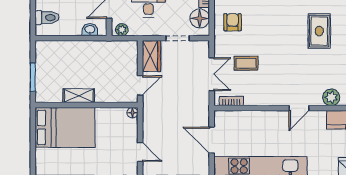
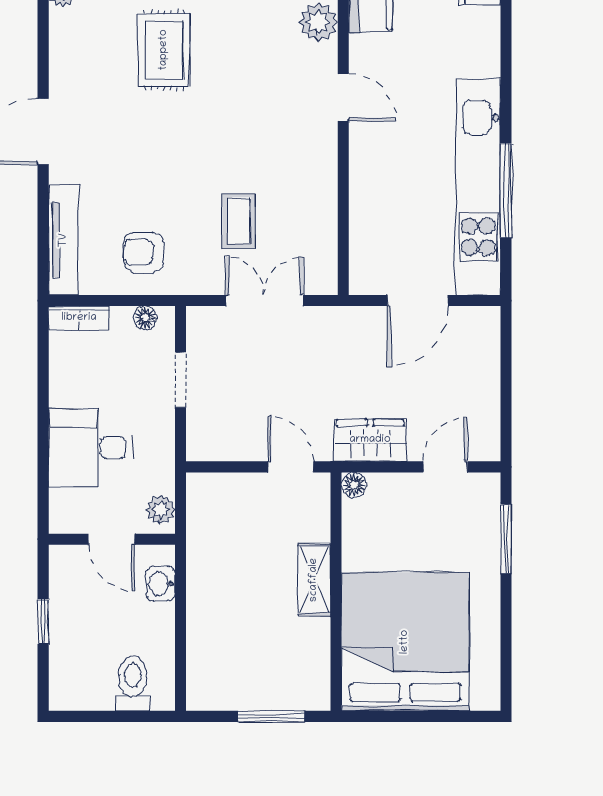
floor lamp: (200, 18) -> (145, 318), width x0.53, depth x0.53
rug: (319, 31) -> (164, 50), turned 90
wardrobe: (152, 56) -> (370, 440), moved
shelving: (79, 96) -> (314, 580), moved
bookcase: (231, 101) -> (327, 255), removed
bed: (65, 127) -> (405, 642), width x1.36

